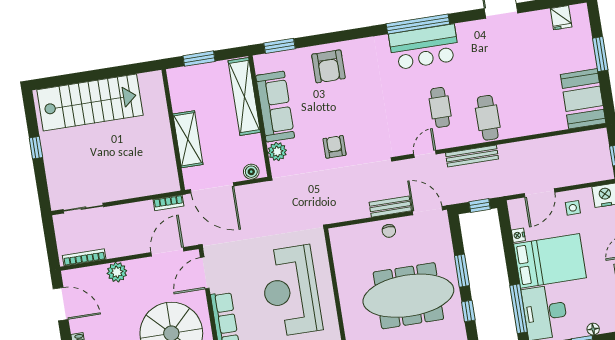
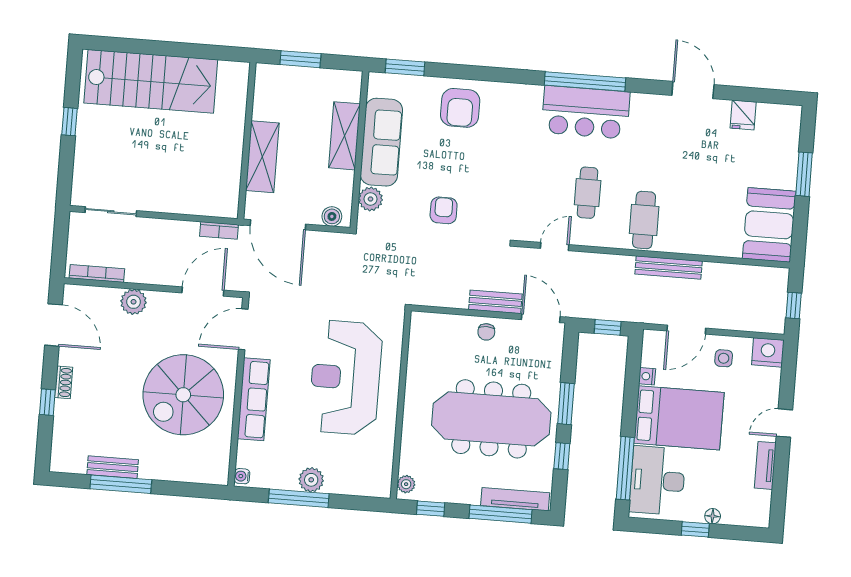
fridge: (561, 18) -> (743, 115), moved
shelving: (244, 97) -> (345, 136), width x0.68
bench: (472, 156) -> (669, 268), moved

